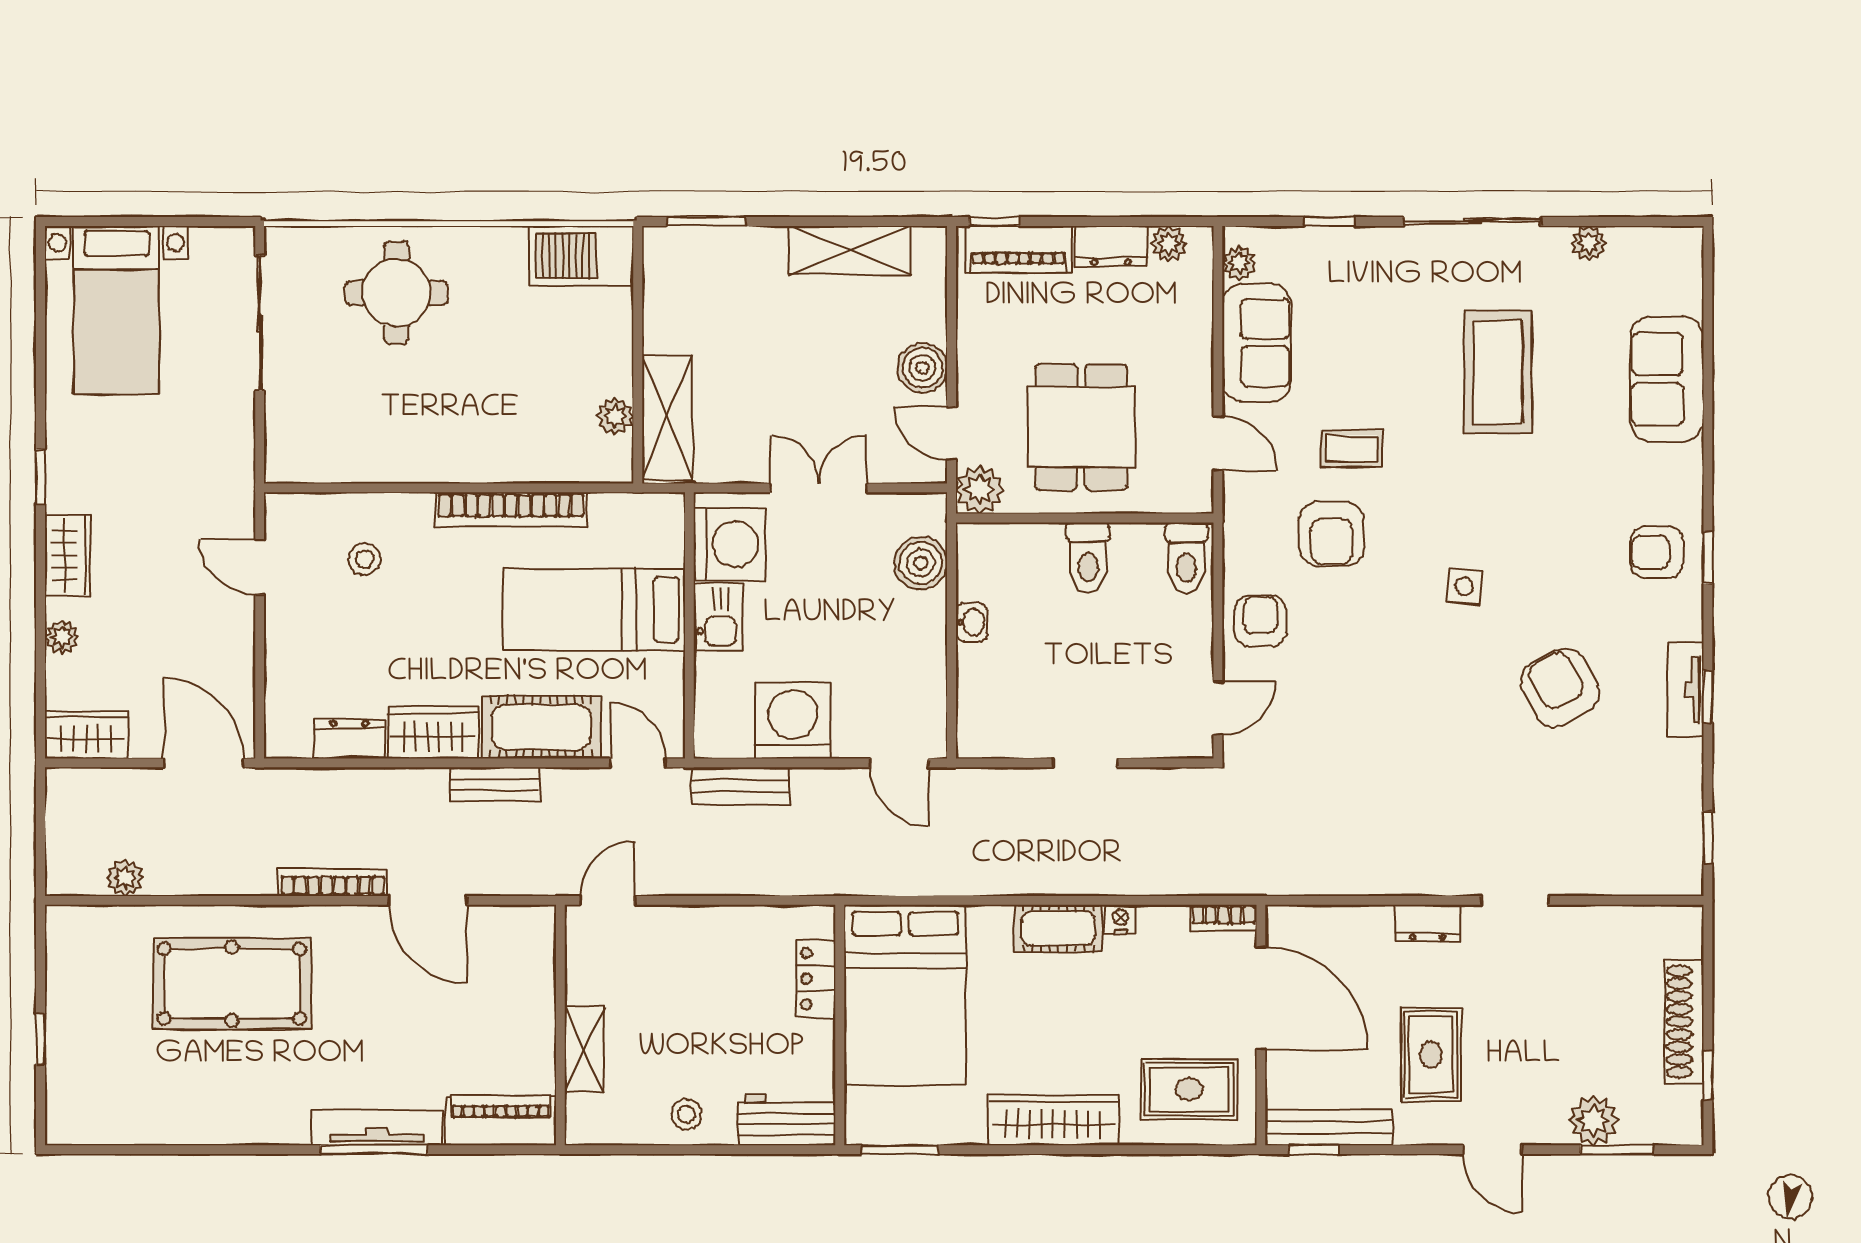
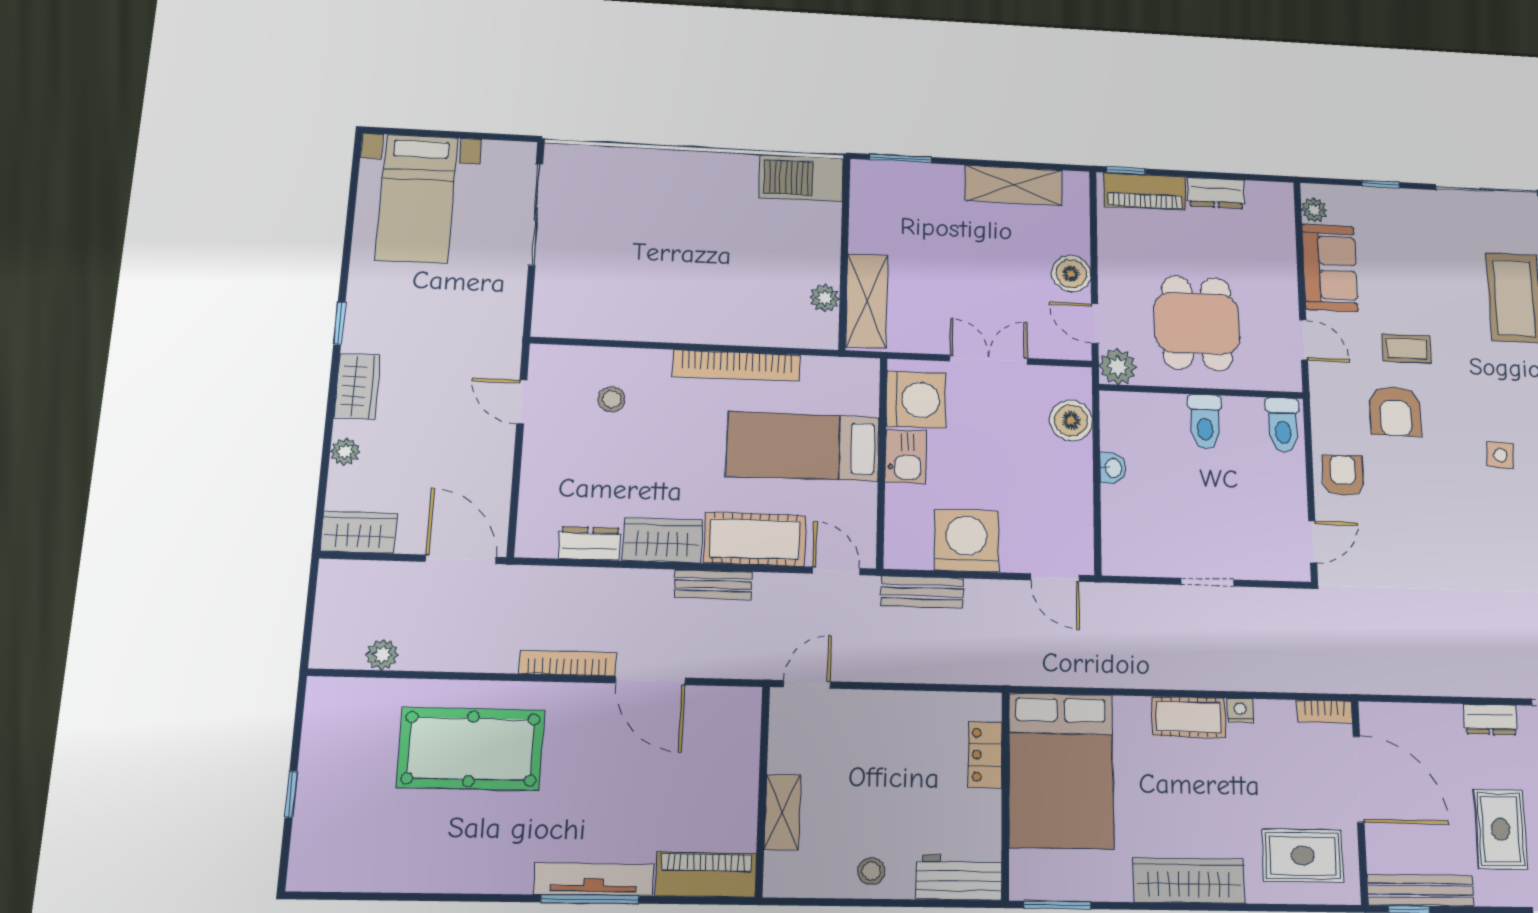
plant: (1169, 244) -> (1260, 193), removed
round table: (396, 293) -> (650, 198), removed

